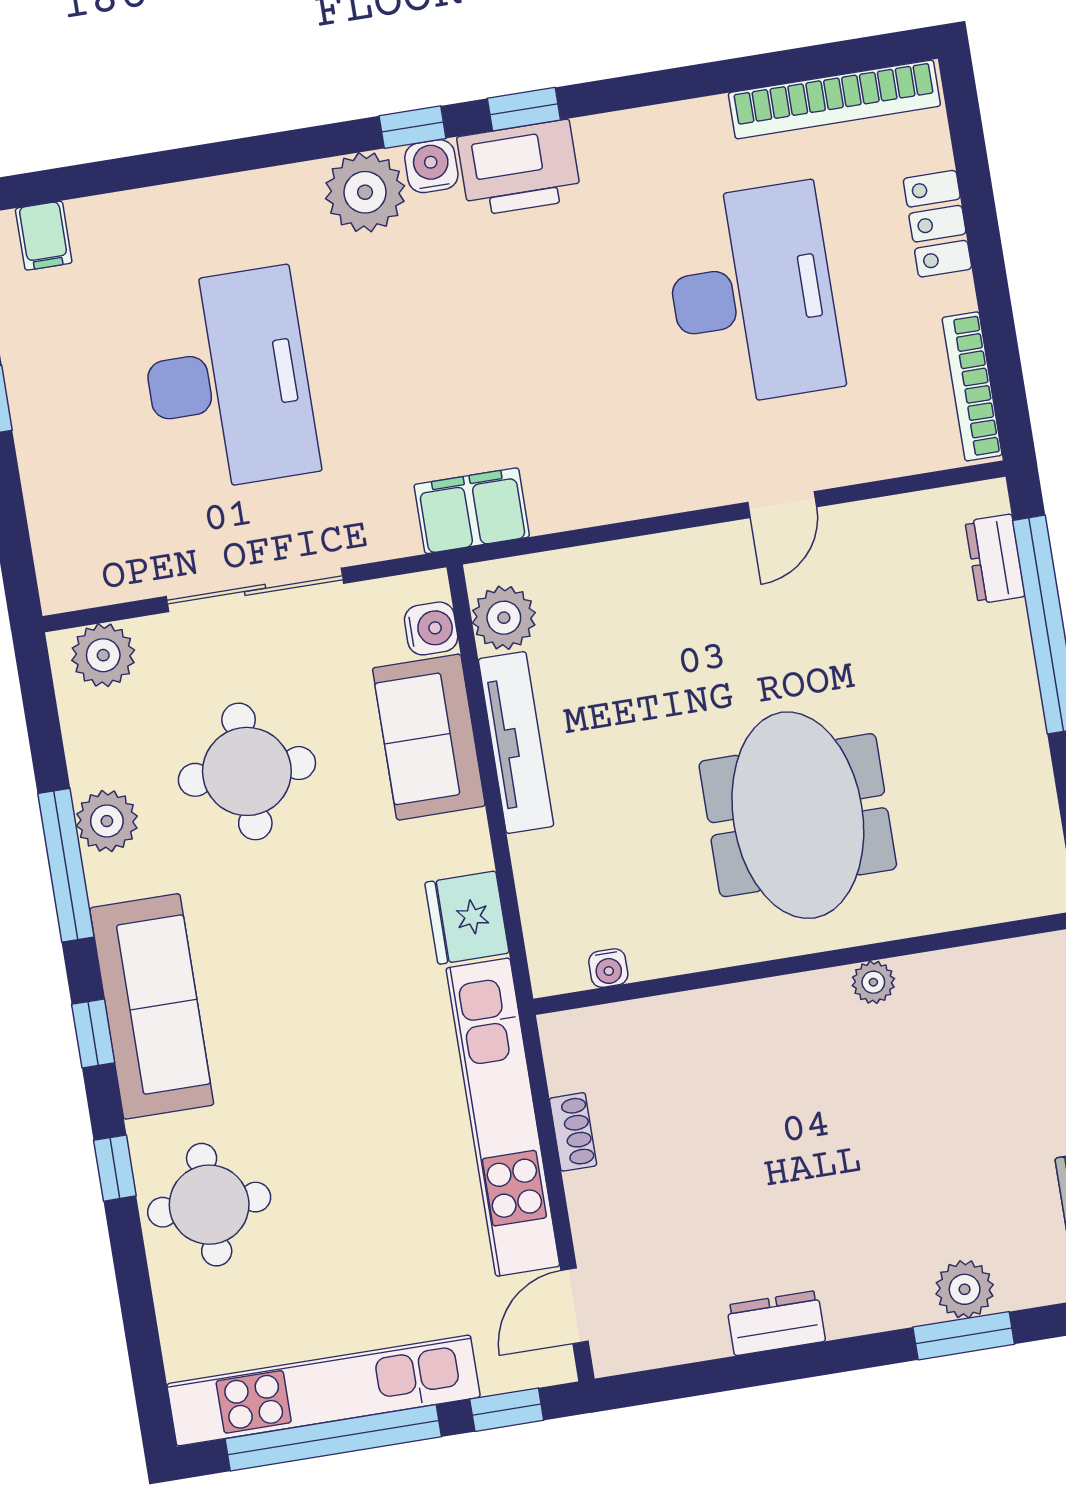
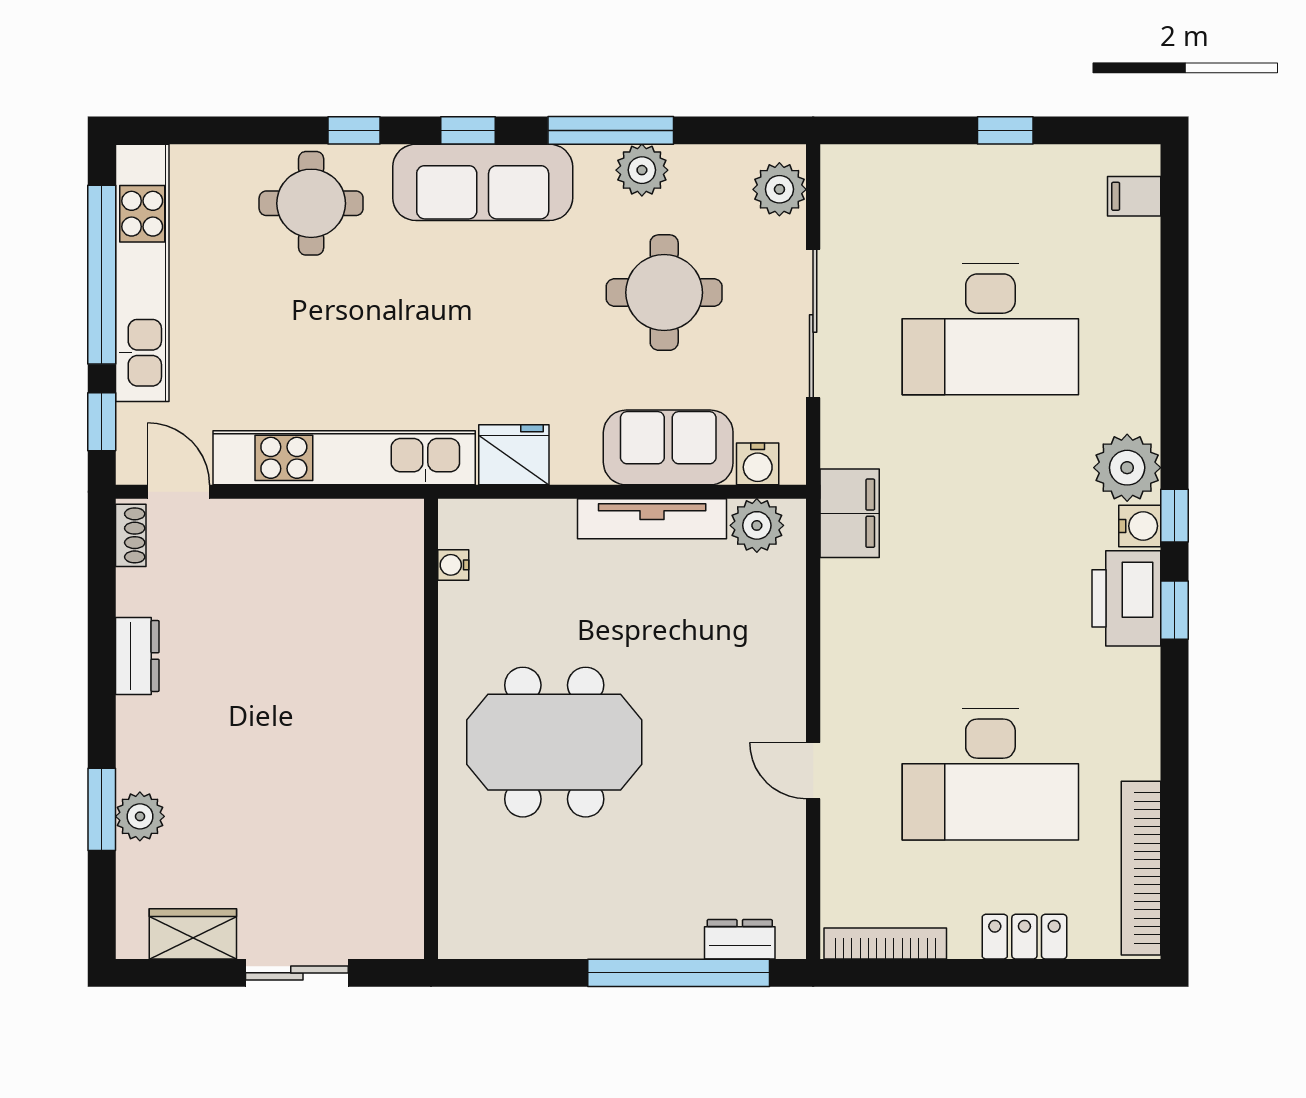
plant: (873, 982) -> (406, 782), removed
shoe rack: (573, 1132) -> (131, 535), moved, turned -90

